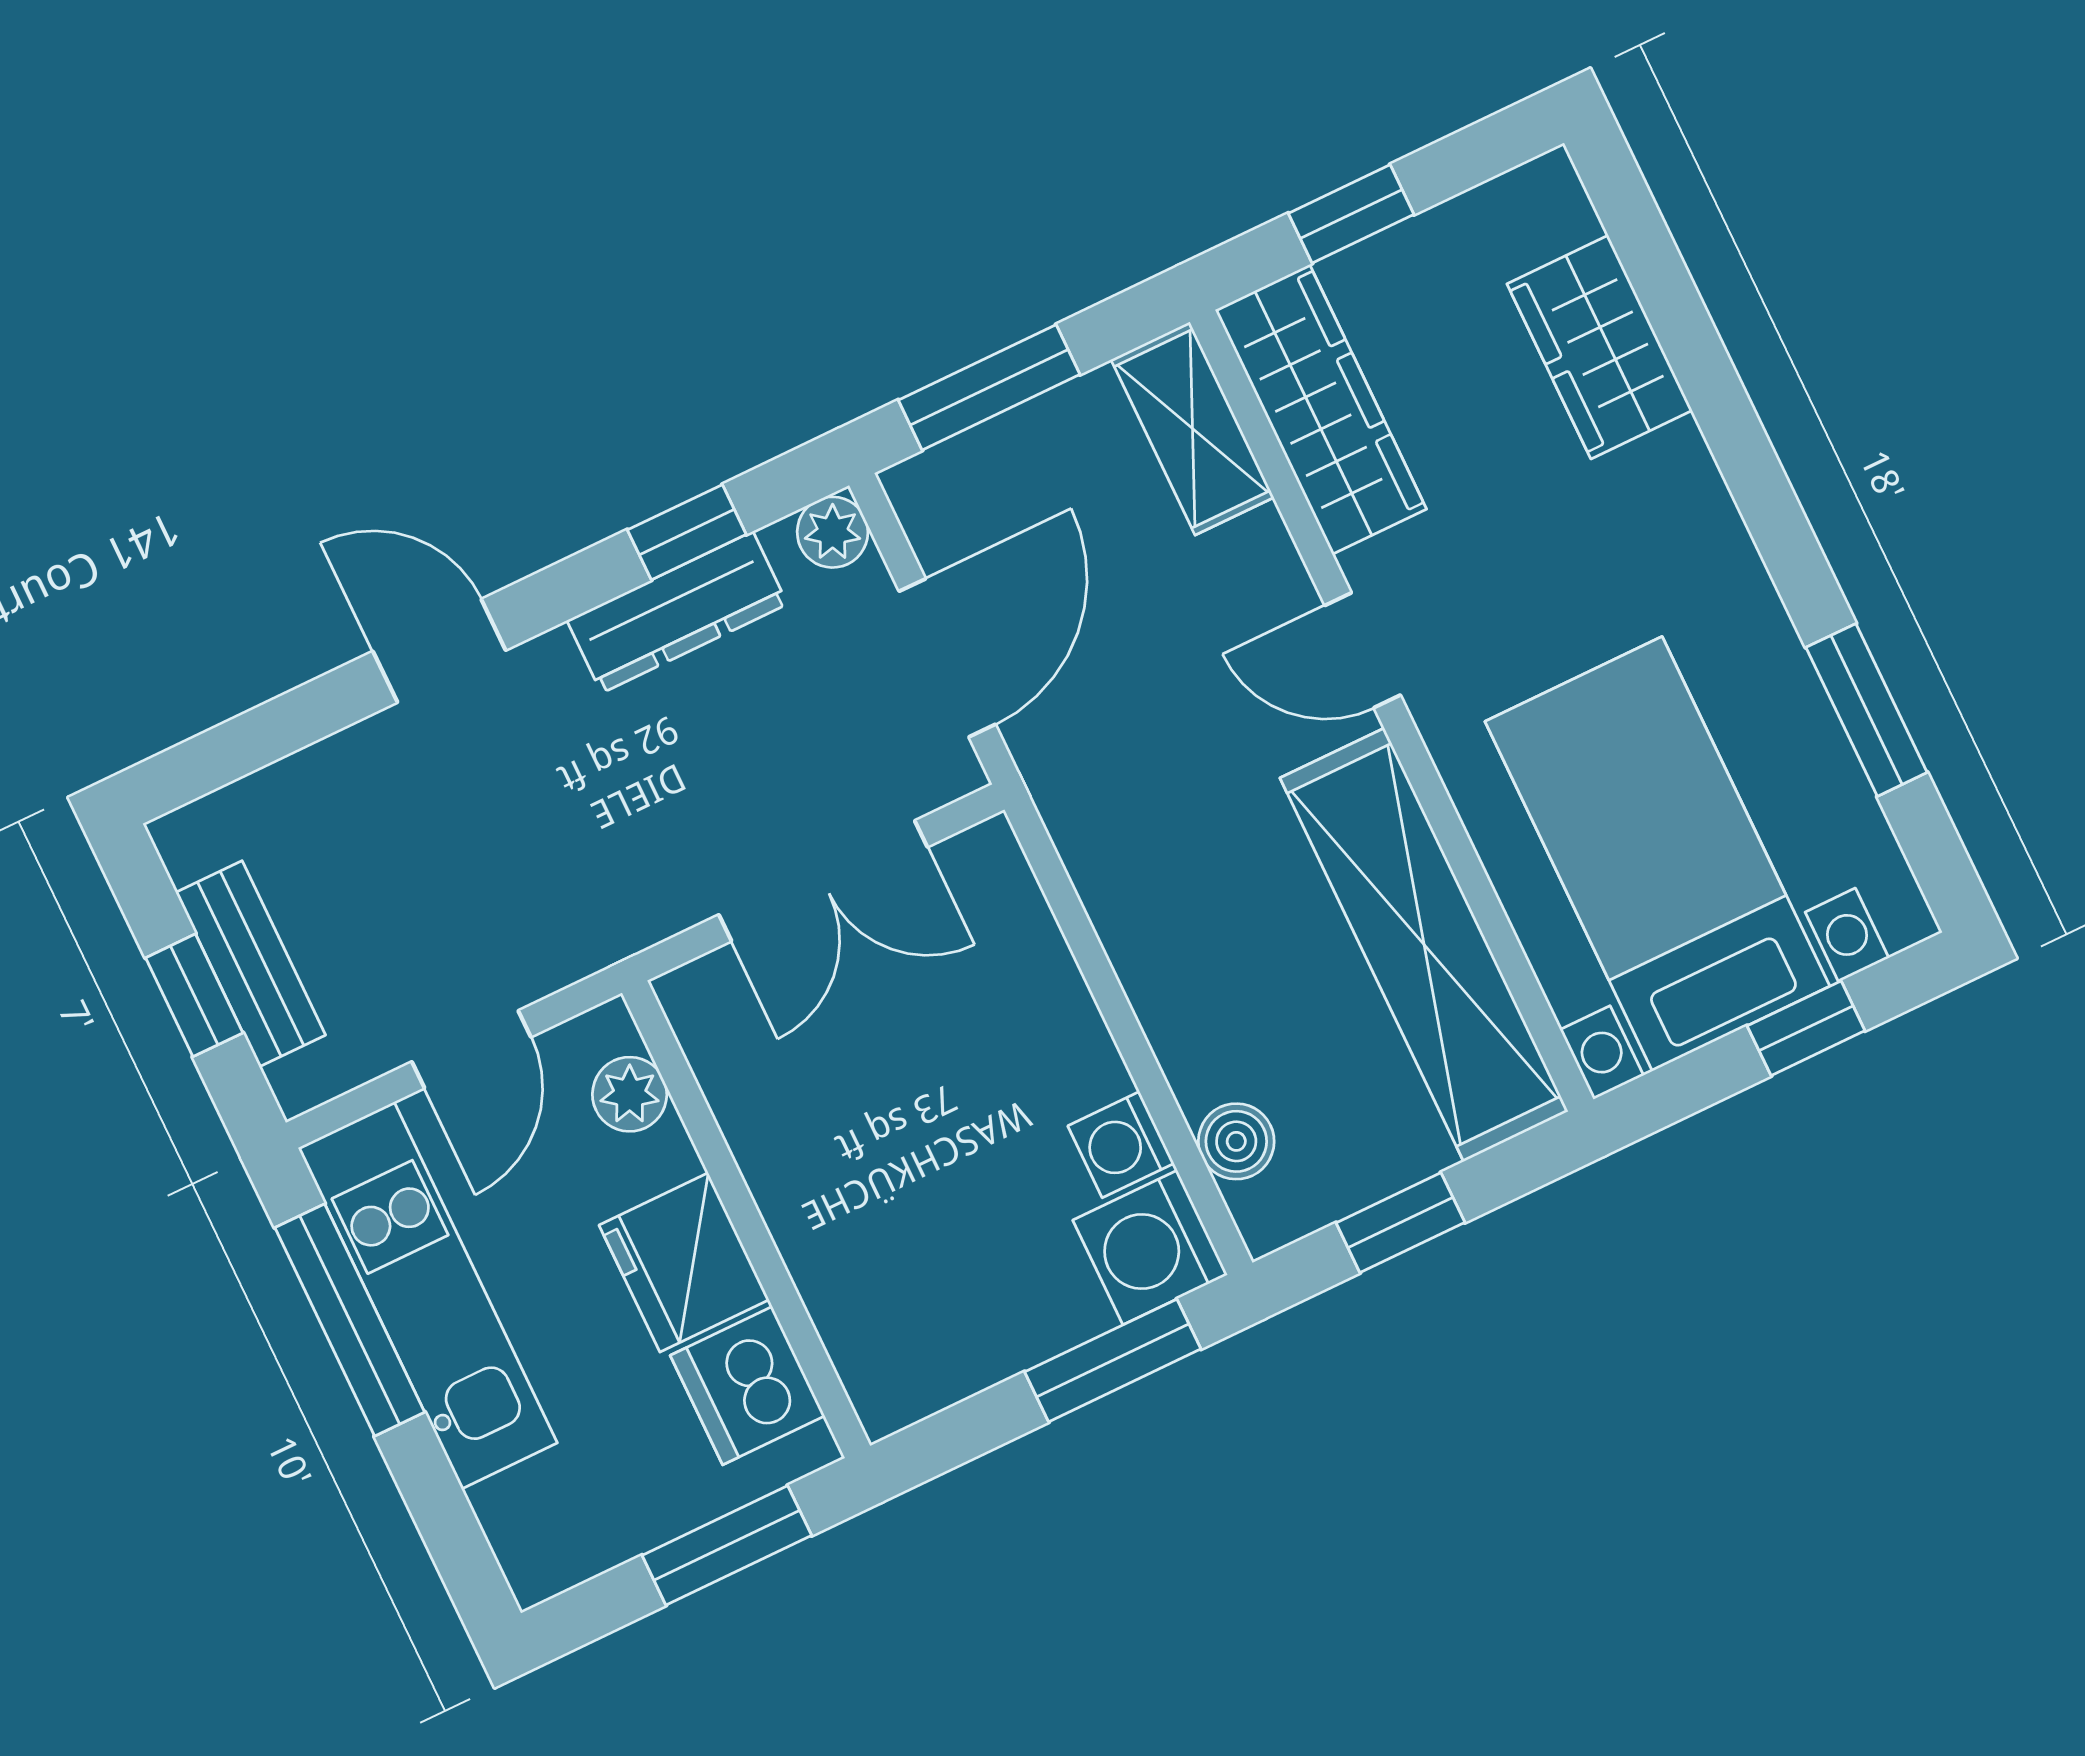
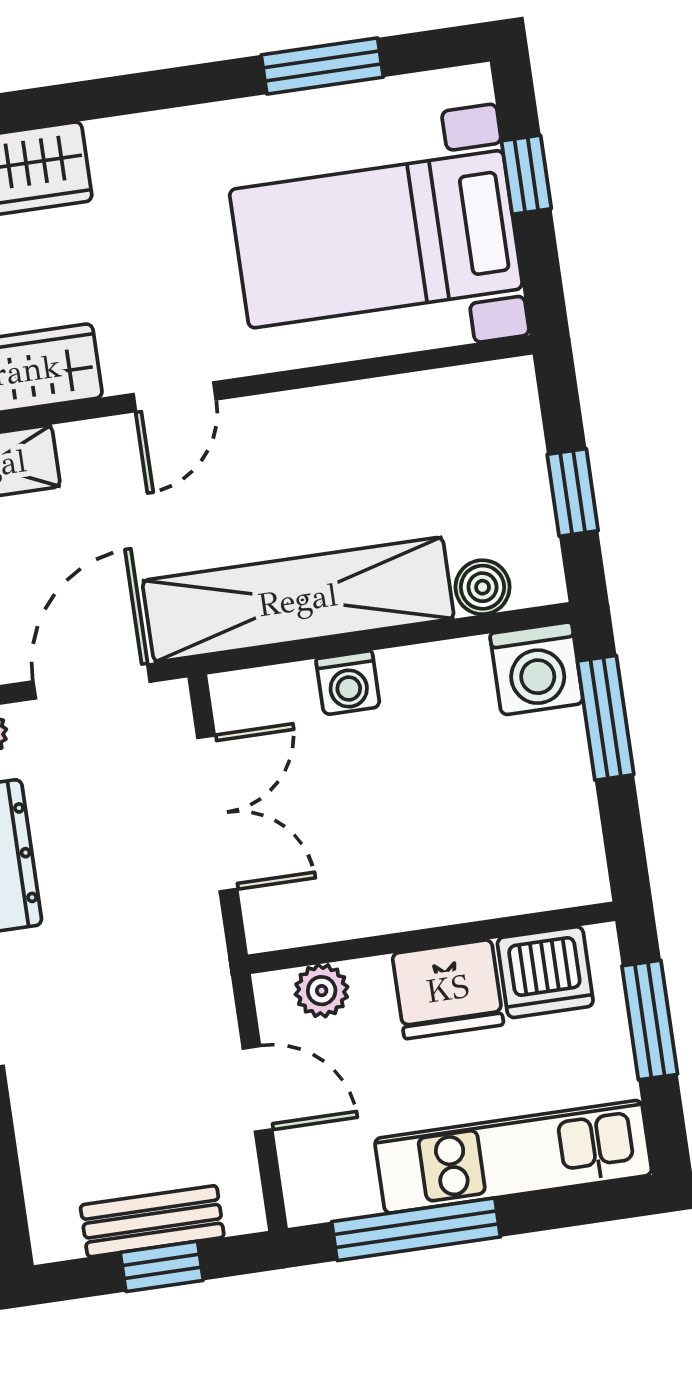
door: (947, 658) -> (92, 681), hinge flipped
shelving: (1424, 945) -> (298, 600), moved
washing machine: (1121, 1145) -> (348, 683), moved
kitchen unit: (428, 1295) -> (513, 1157), moved

